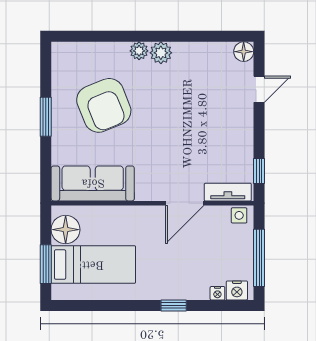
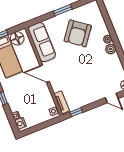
armchair: (104, 105) -> (78, 33), turned -31
door: (185, 203) -> (45, 74), moved
window: (259, 258) -> (38, 127), removed

